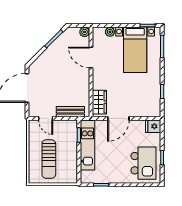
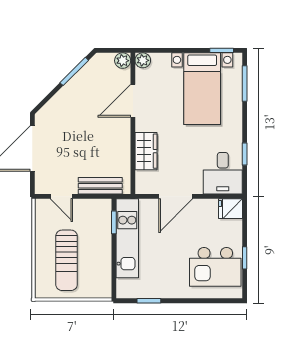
plant: (110, 32) -> (143, 60), moved
door: (91, 57) -> (133, 101), hinge flipped
wardrobe: (99, 102) -> (146, 151), moved
desk: (148, 104) -> (223, 173), added
kitchen island: (143, 163) -> (215, 267), turned 90

